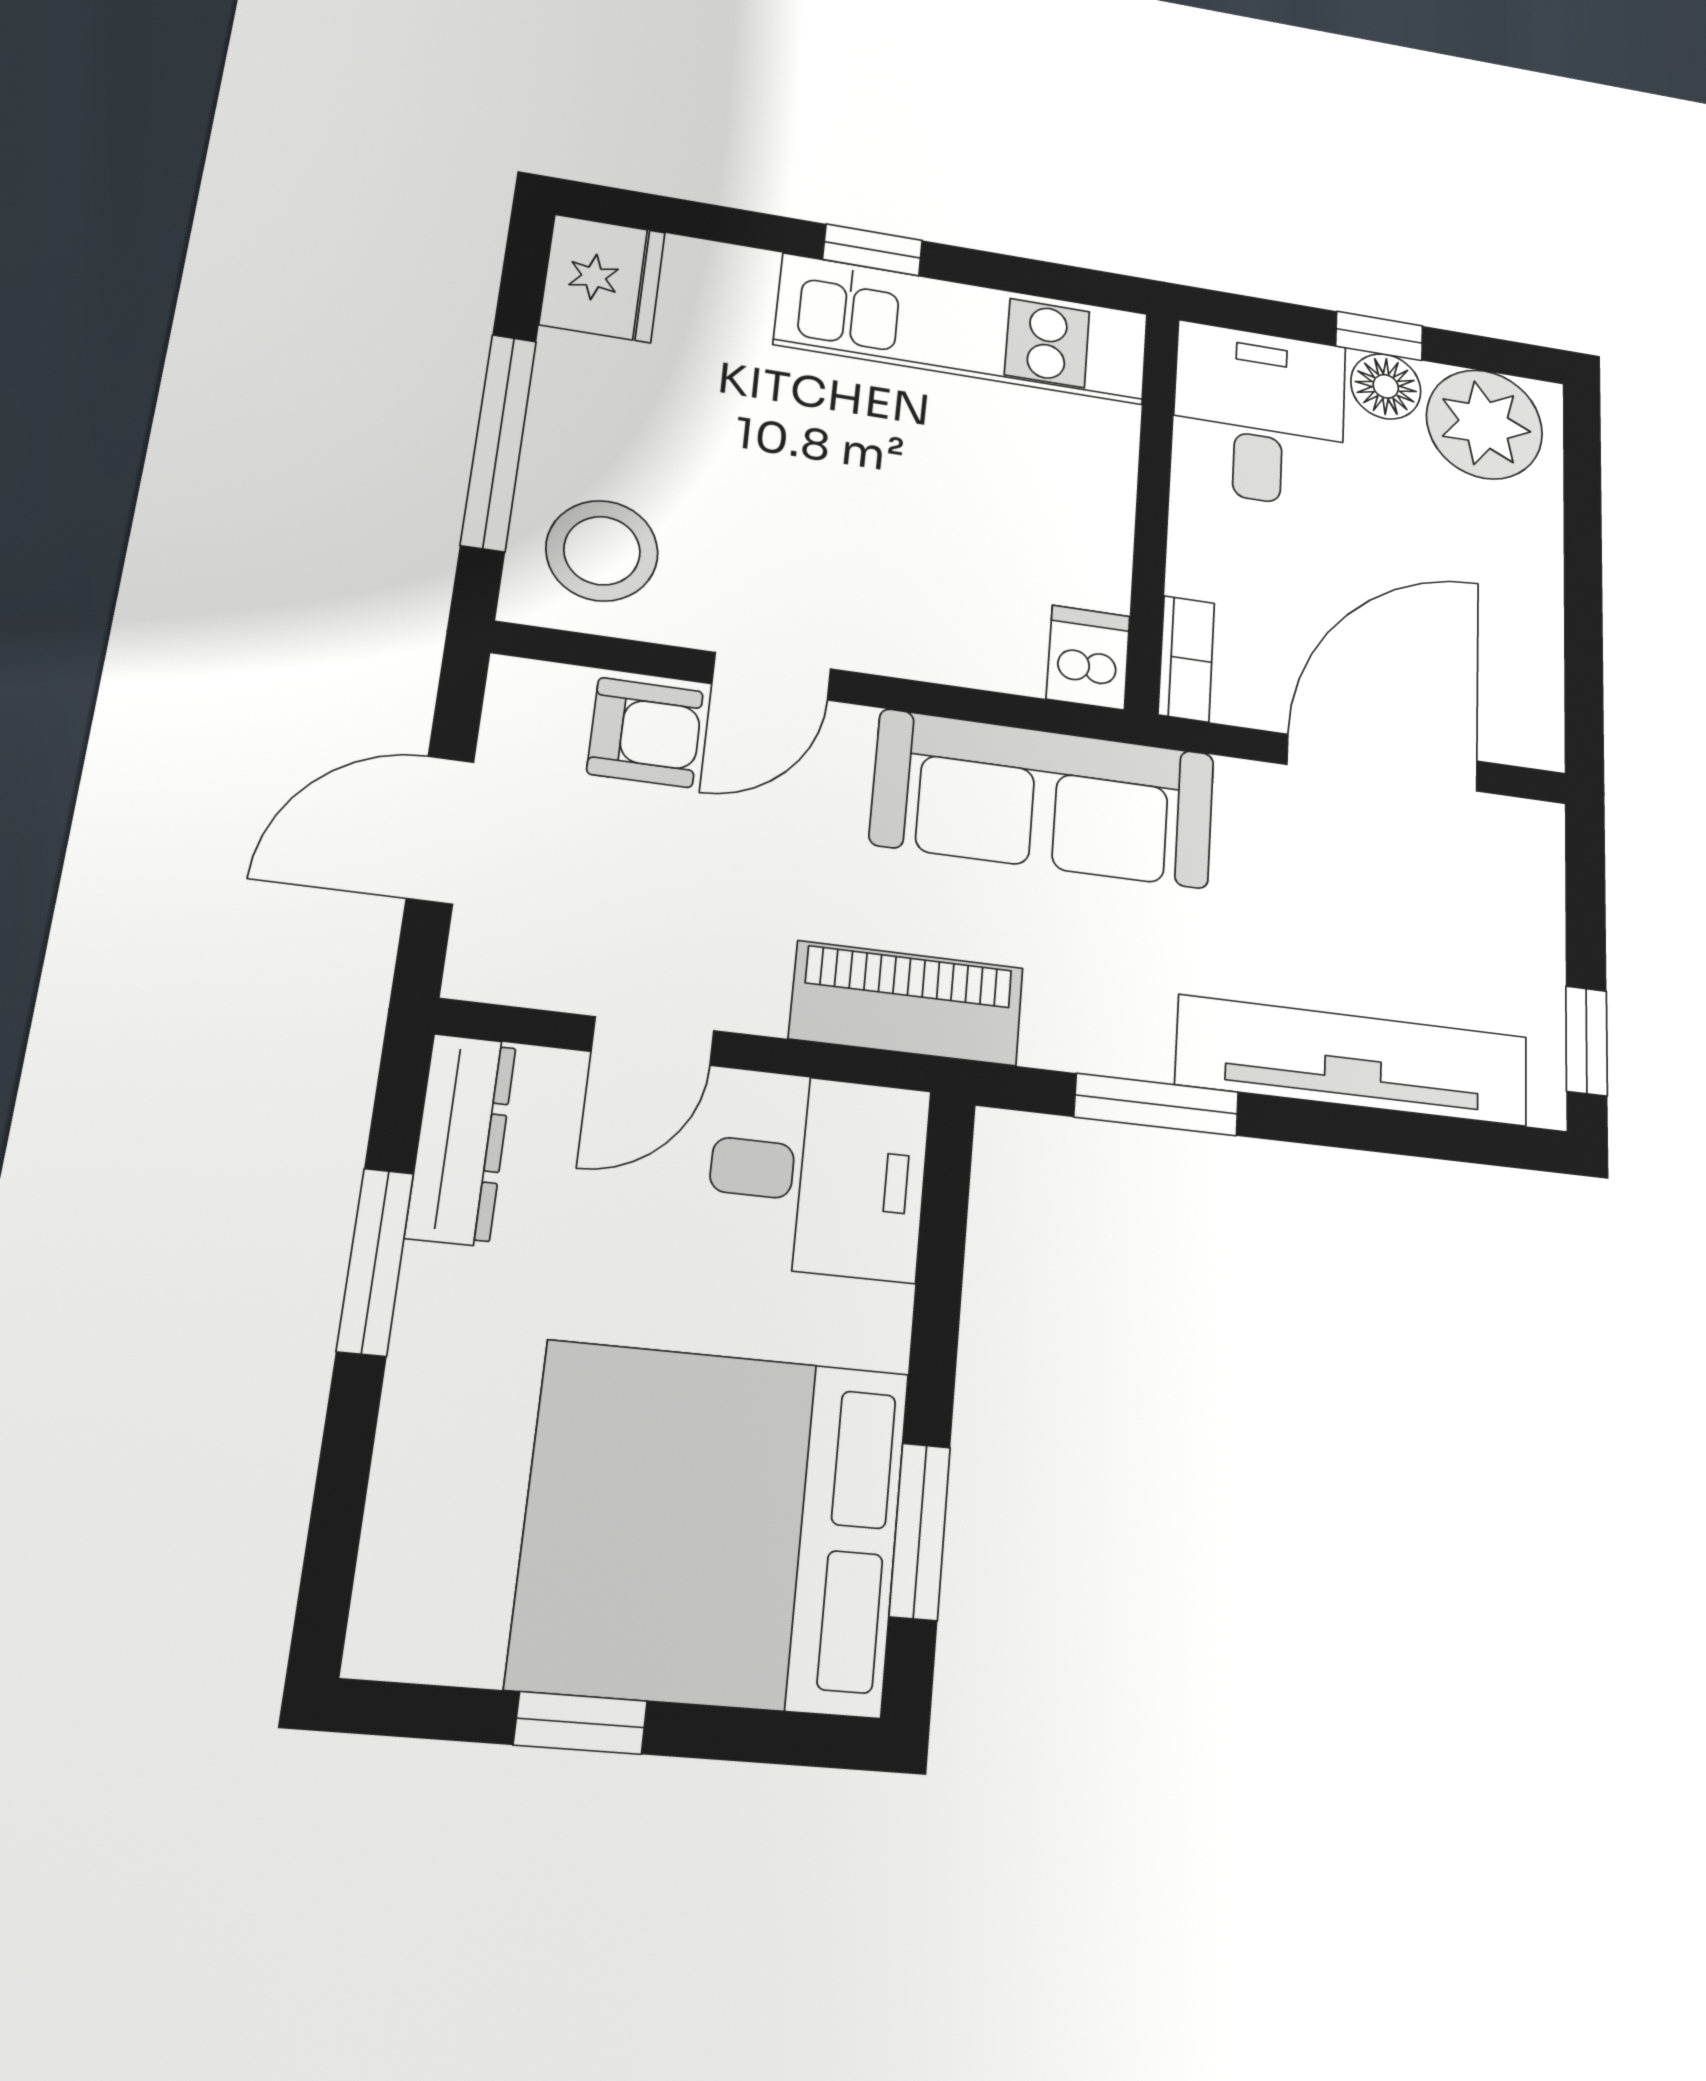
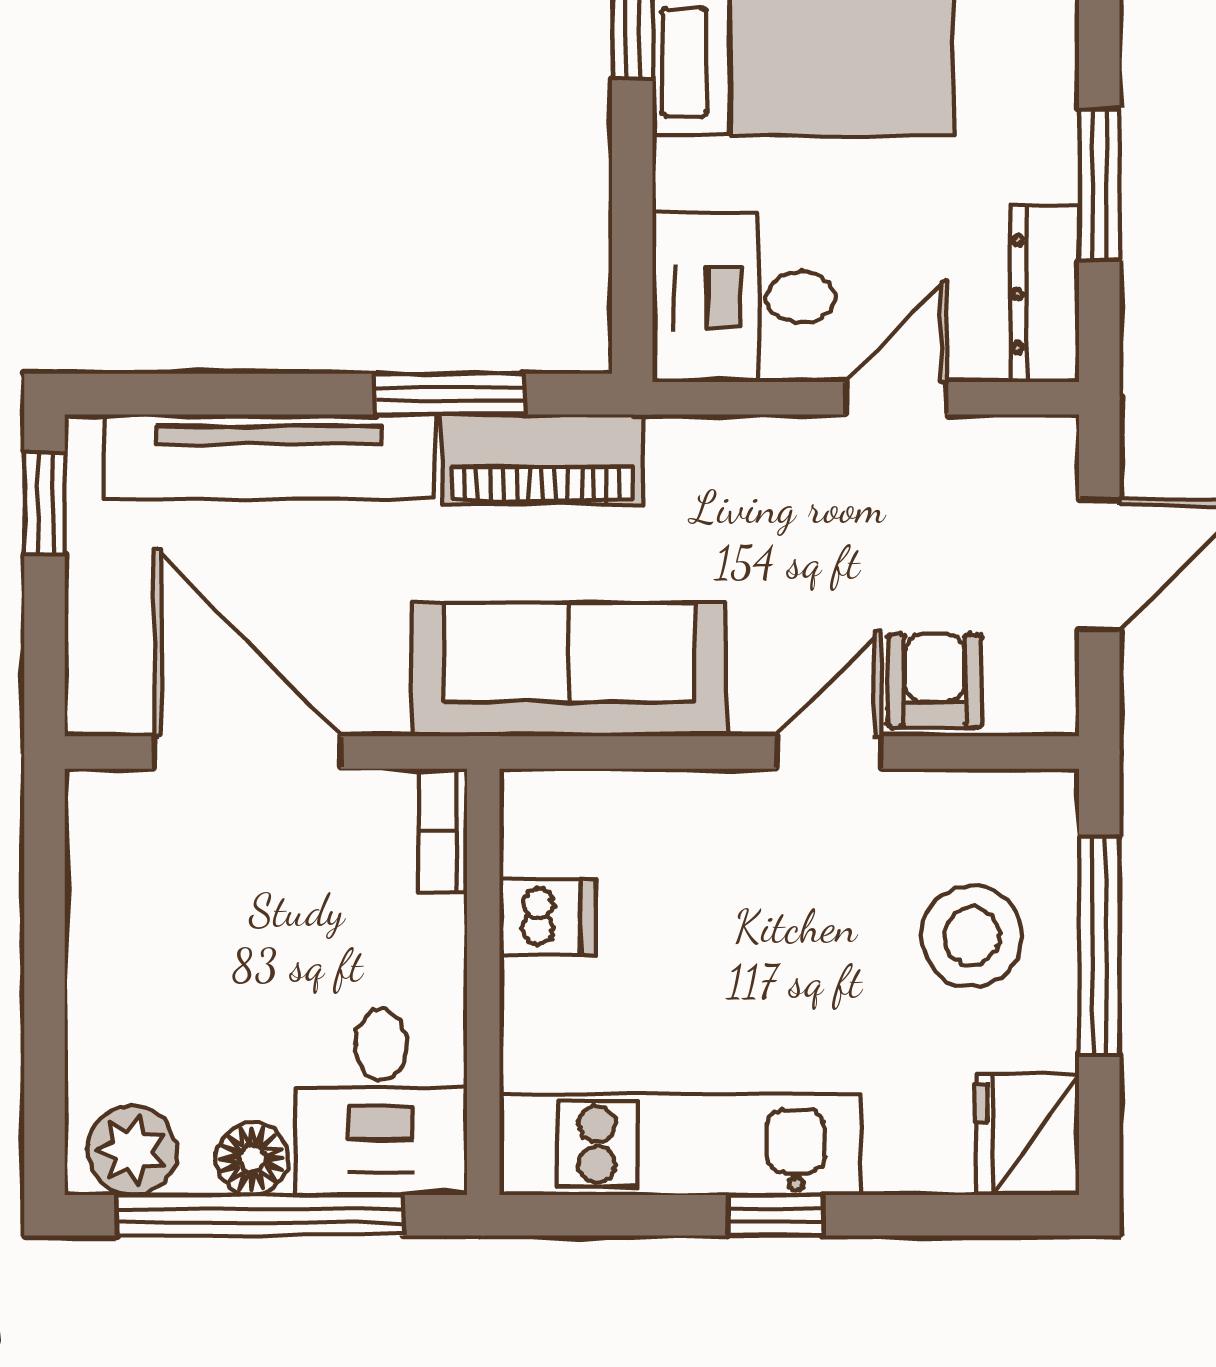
window: (1379, 336) -> (260, 1215), width x3.17
plant: (1484, 424) -> (132, 1150), width x0.73, depth x0.73
stool: (602, 551) -> (972, 936), moved
dishwasher: (1088, 657) -> (548, 917), moved, turned -90
armchair: (645, 732) -> (935, 681), turned 90
door: (1383, 763) -> (247, 752), swing flipped
piano: (907, 1003) -> (542, 459), moved

